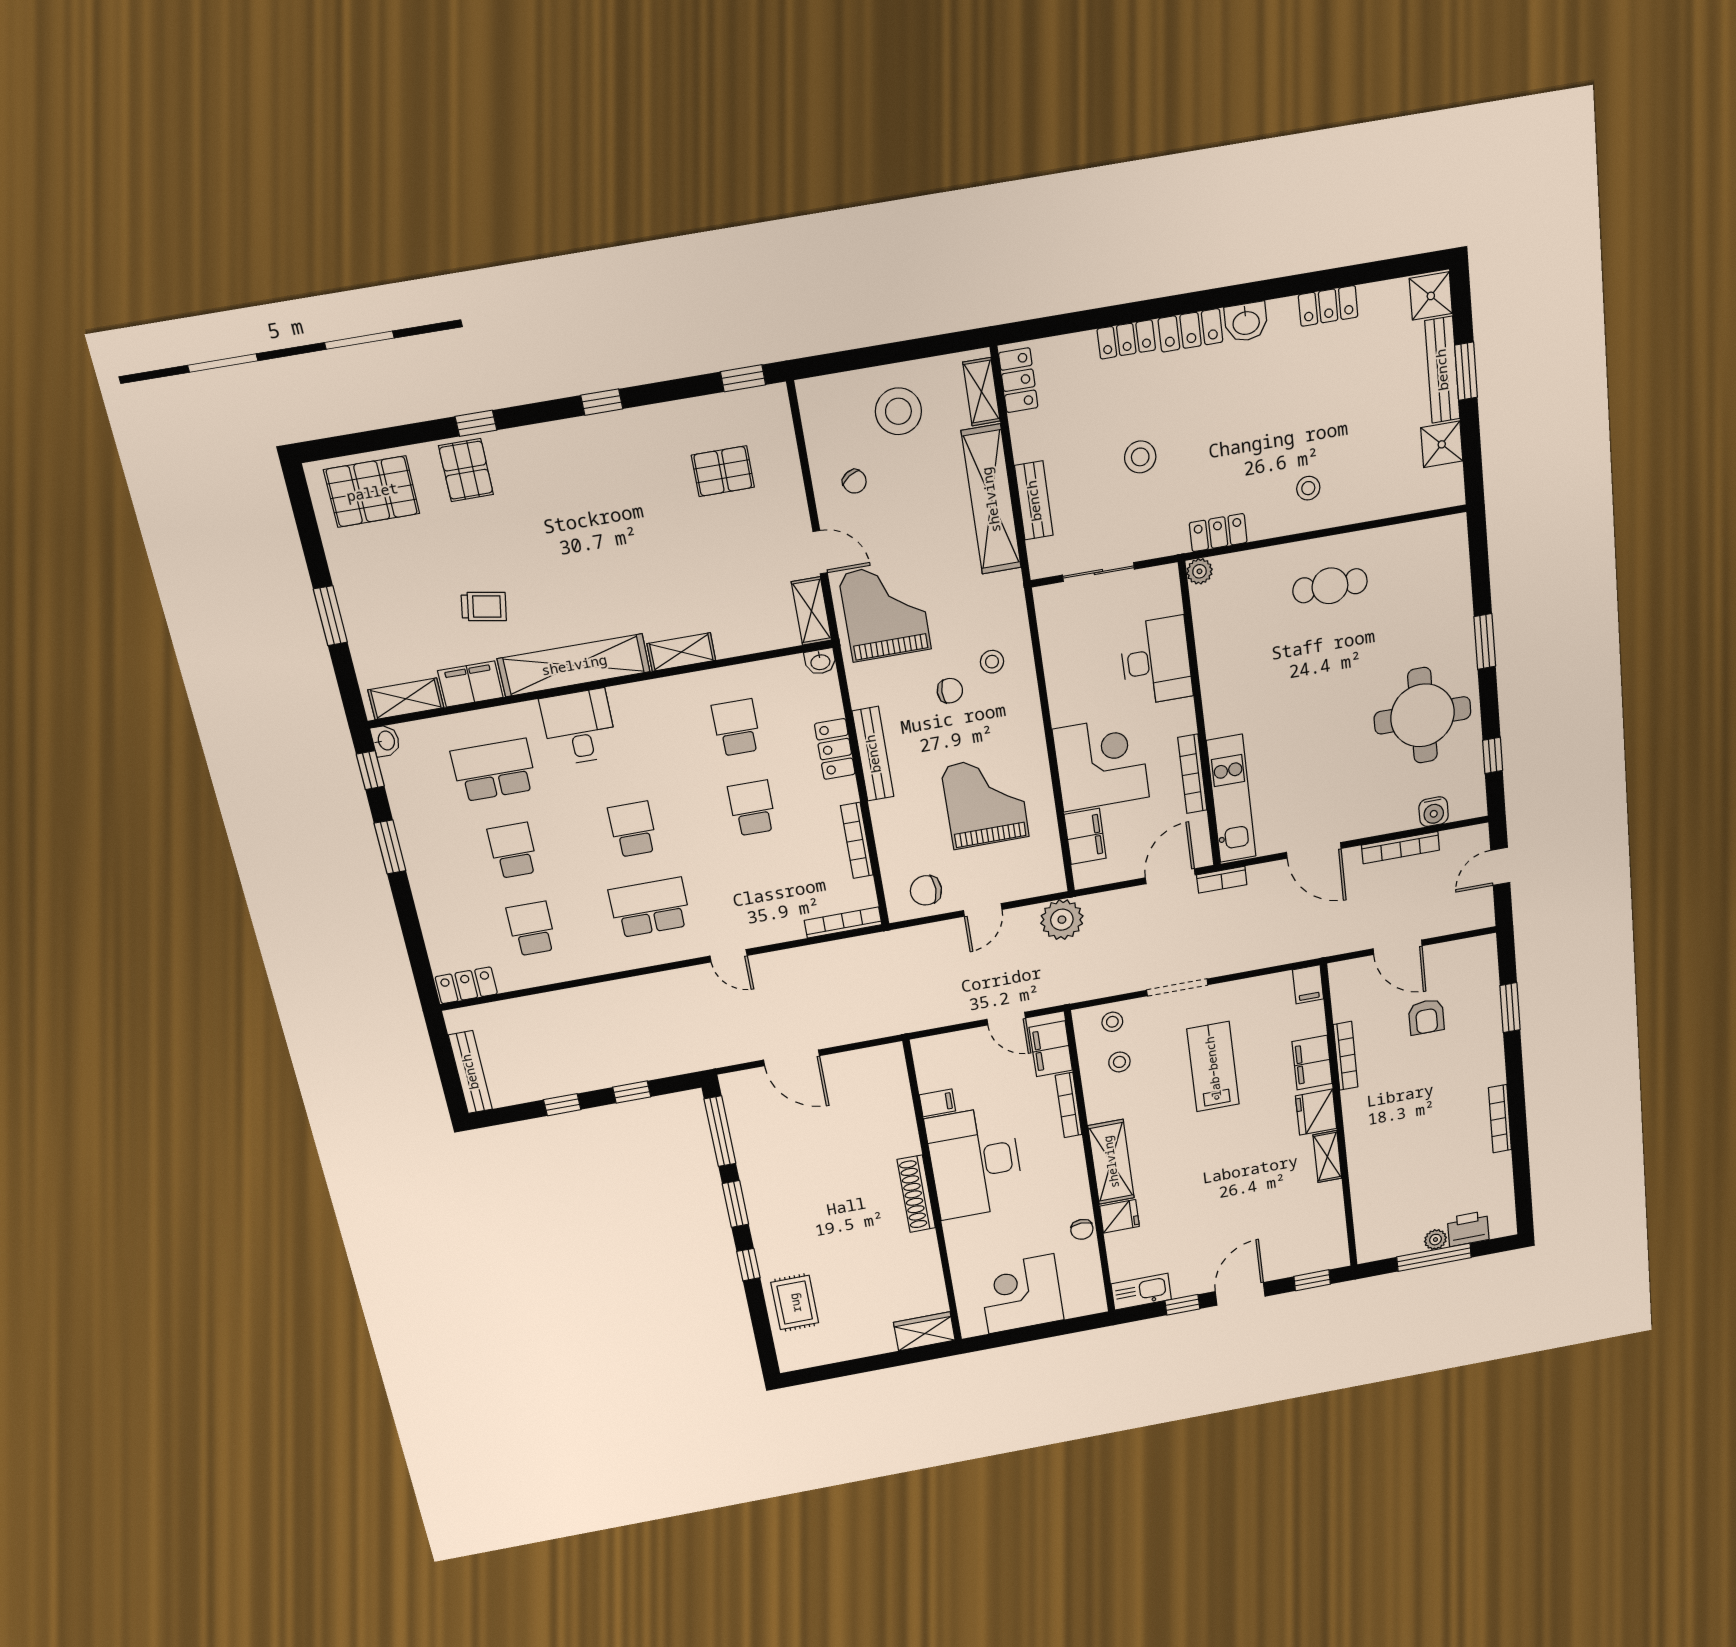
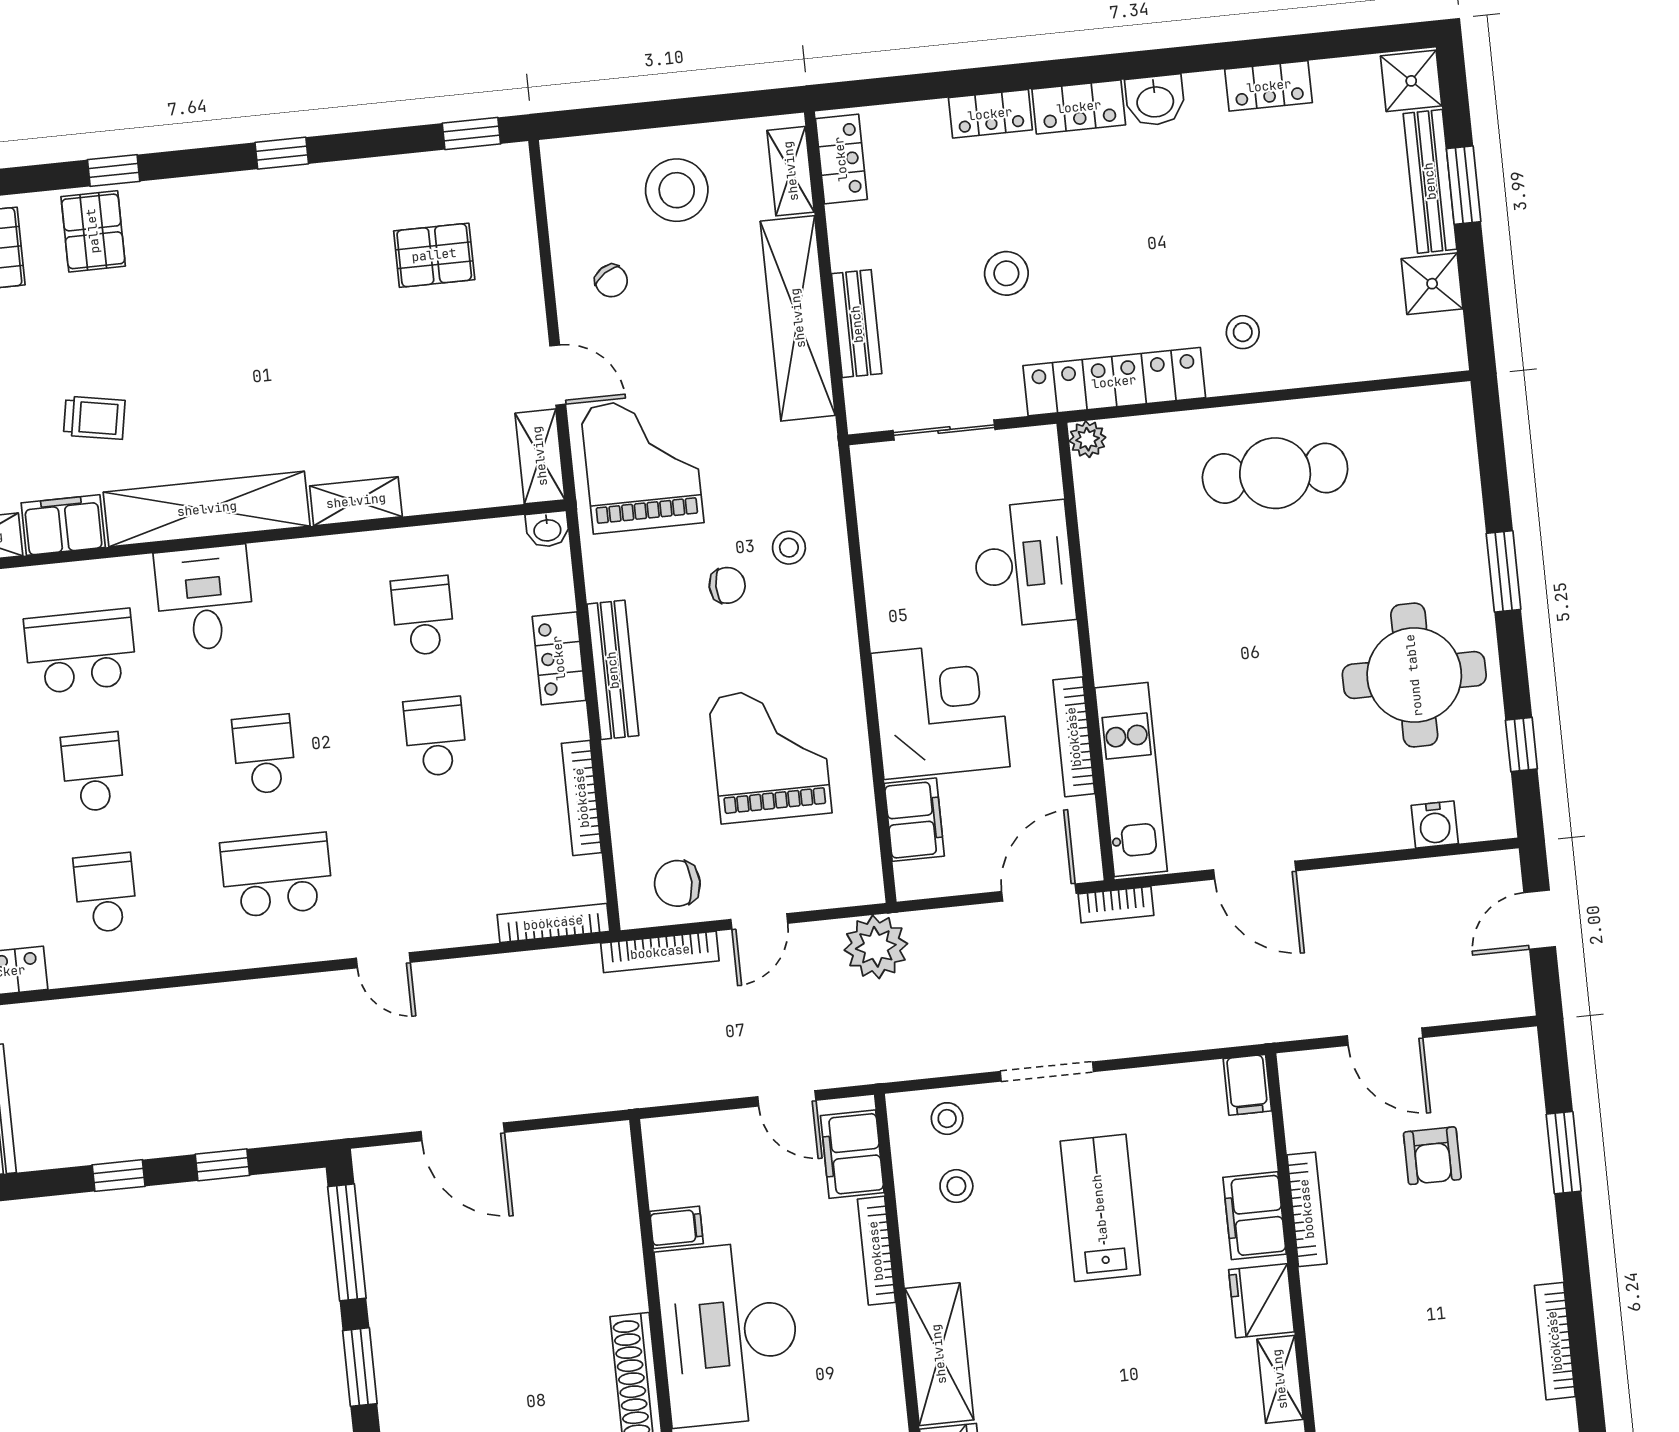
locker: (1218, 533) -> (1114, 382), width x2.16, depth x1.21
cafe table: (1330, 586) -> (1275, 473), width x1.37, depth x1.35
bookcase: (1400, 848) -> (660, 952), moved

